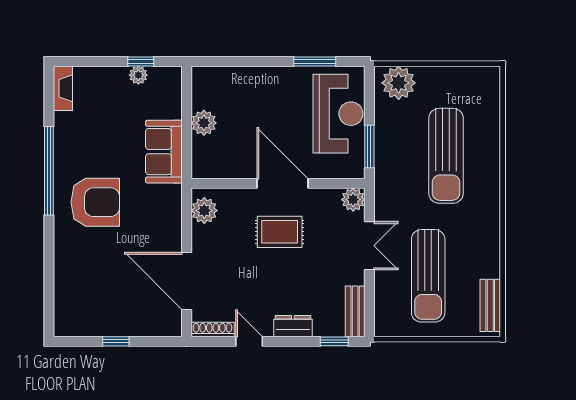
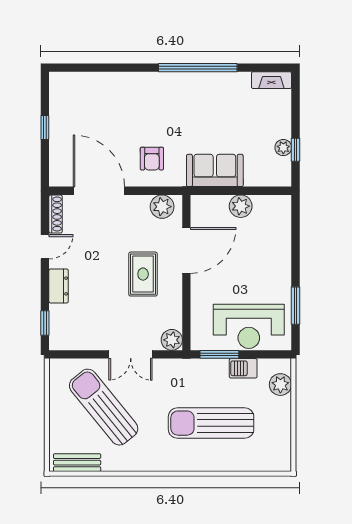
plant: (399, 83) -> (280, 385), width x0.73, depth x0.73
barbecue: (385, 120) -> (243, 368), added
door: (282, 183) -> (186, 250), moved
armchair: (95, 202) -> (152, 159), moved, width x0.53, depth x0.53
sun lounger: (428, 276) -> (104, 407), turned 51
door: (187, 281) -> (99, 191), hinge flipped
bench: (355, 311) -> (72, 342), removed

